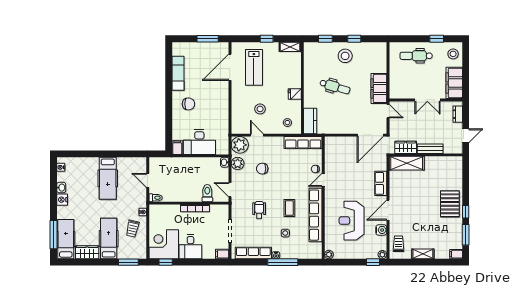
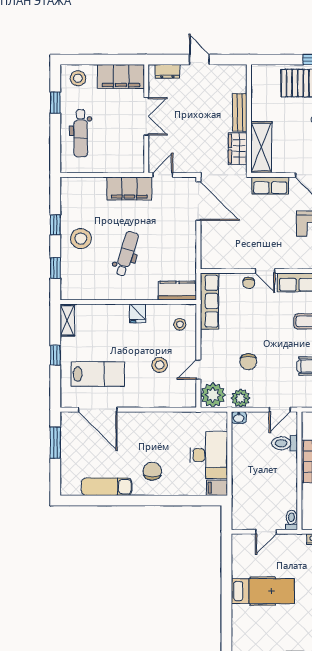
wardrobe: (406, 147) -> (238, 149), moved
bench: (430, 149) -> (240, 112), moved
wall: (426, 155) -> (249, 119), moved
shelving: (407, 163) -> (261, 147), moved

